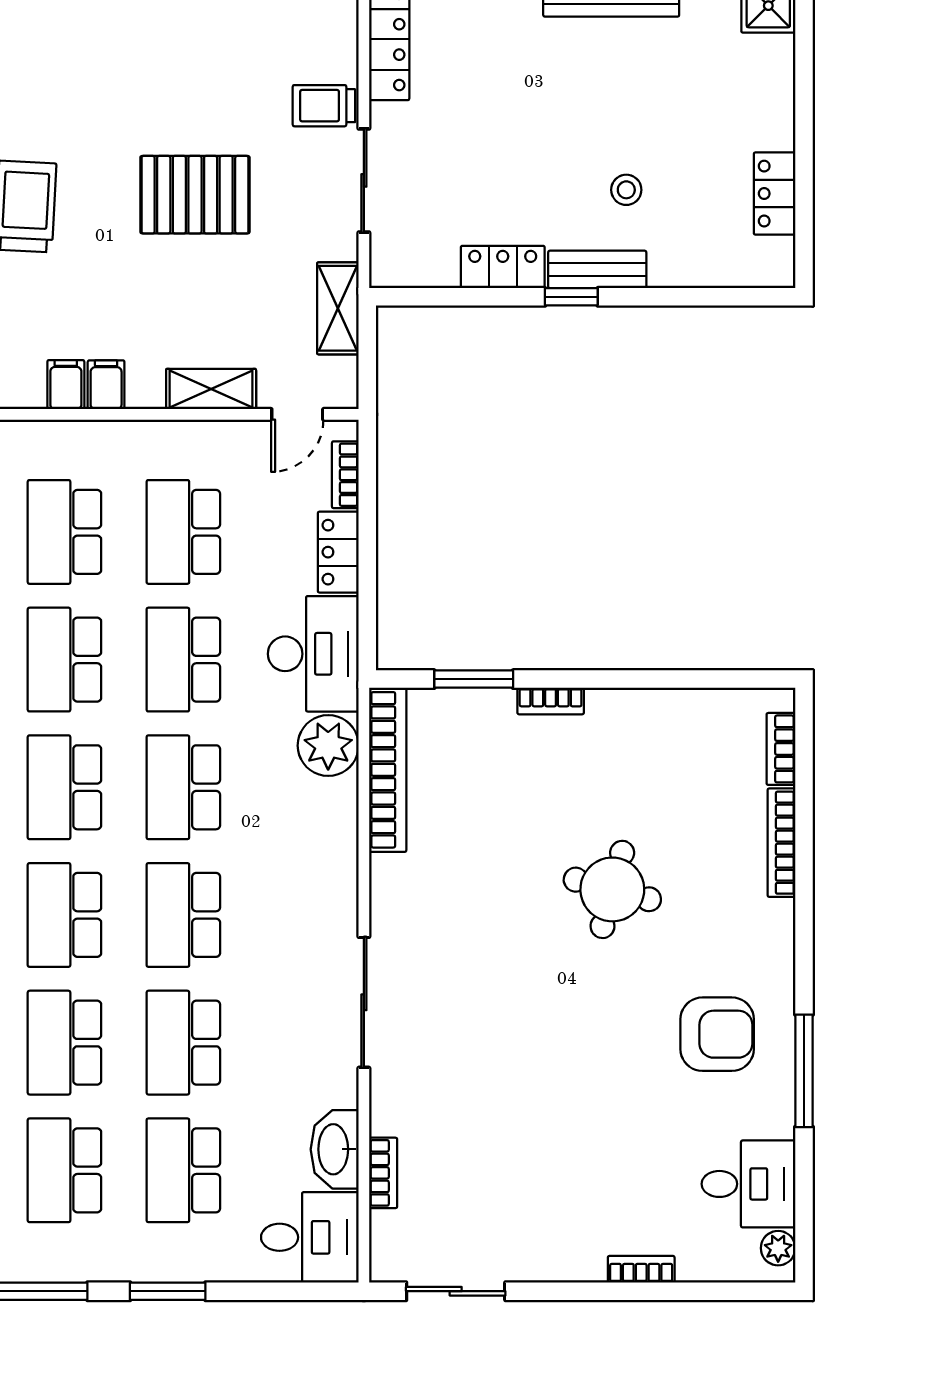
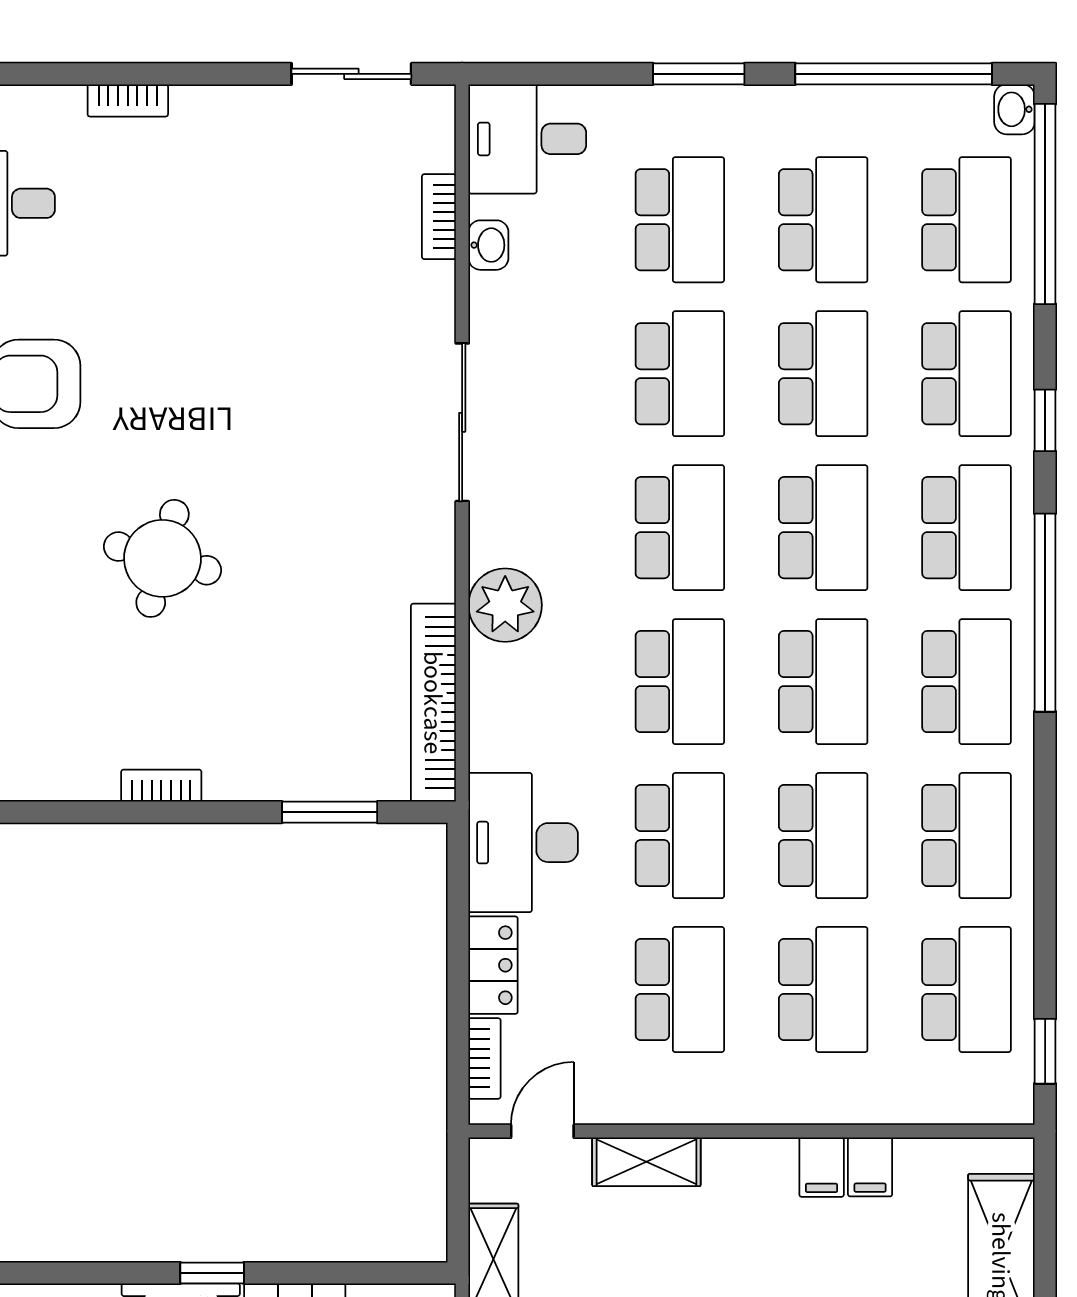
filing cabinet: (106, 385) -> (870, 1167), moved
bookcase: (551, 701) -> (161, 786), moved
plant: (328, 746) -> (505, 605), moved
washbasin: (335, 1149) -> (488, 245), width x0.52, depth x0.69

